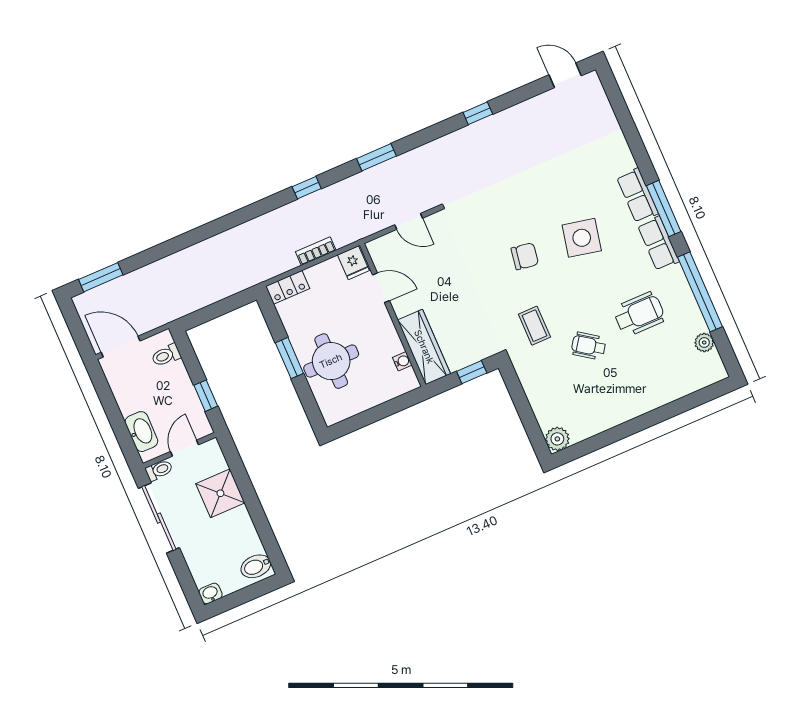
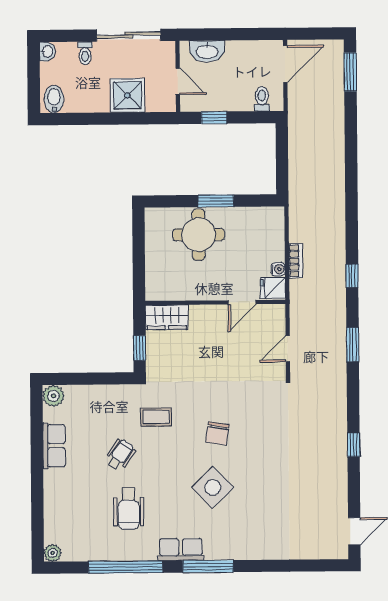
row of seats: (637, 195) -> (54, 446), moved, turned 90
side table: (582, 238) -> (213, 487), turned 34
locker: (288, 287) -> (276, 224), removed
plant: (704, 343) -> (53, 553), moved
wardrobe: (424, 347) -> (167, 317), width x0.67
water cooler: (402, 361) -> (278, 269), moved, turned -90
toilet: (159, 470) -> (85, 53), moved

